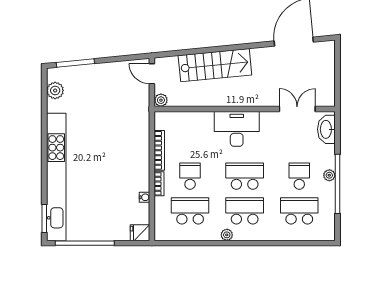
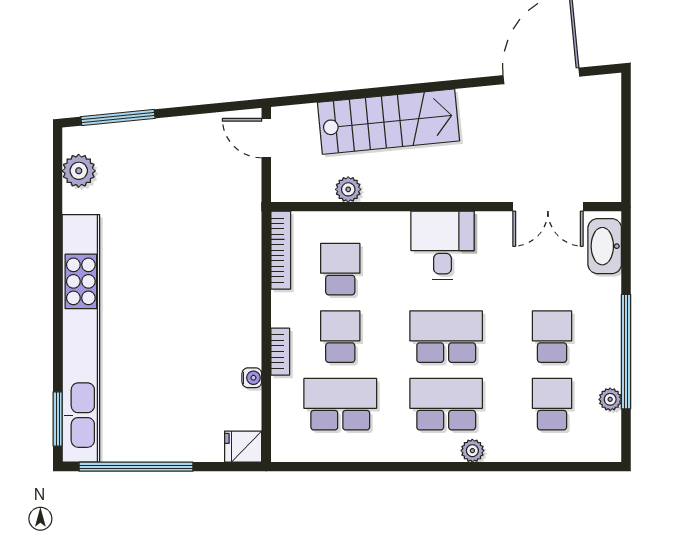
plant: (161, 100) -> (348, 189), moved
double door: (297, 109) -> (548, 207), swing flipped
desk: (237, 129) -> (442, 245), width x0.73
school desk: (190, 141) -> (340, 269), added
bookcase: (159, 150) -> (281, 250), moved
plant: (329, 175) -> (610, 399), moved
school desk: (299, 211) -> (552, 404), width x0.54
plant: (227, 235) -> (472, 451), moved

